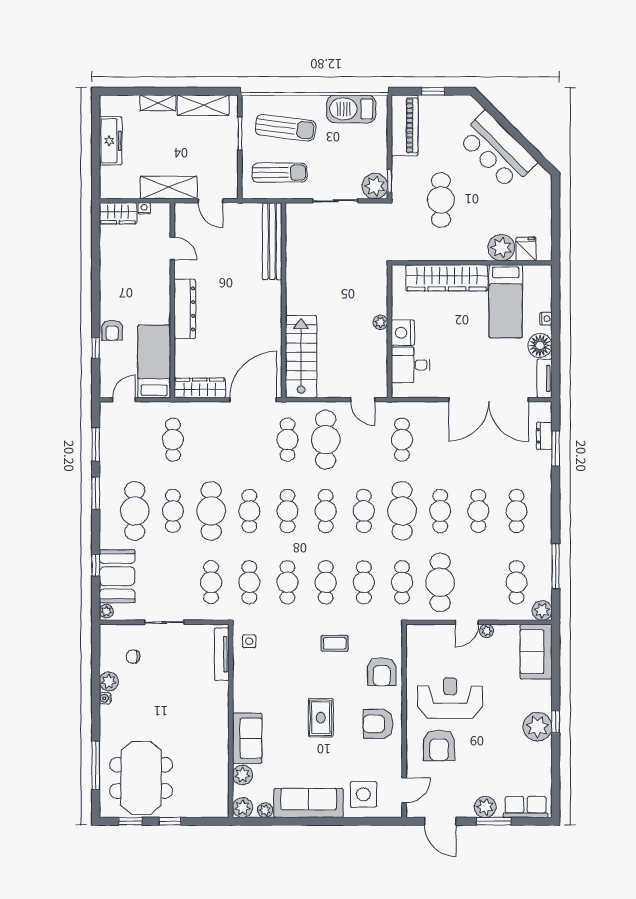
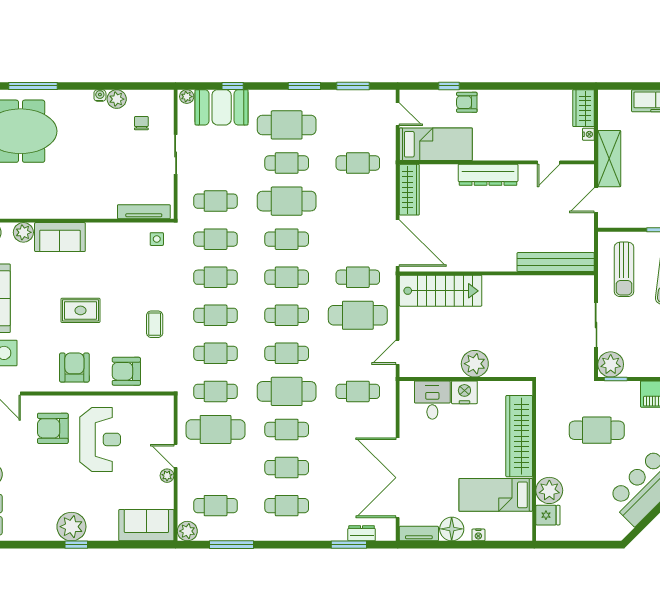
plant: (381, 322) -> (475, 364), width x1.88, depth x1.88

